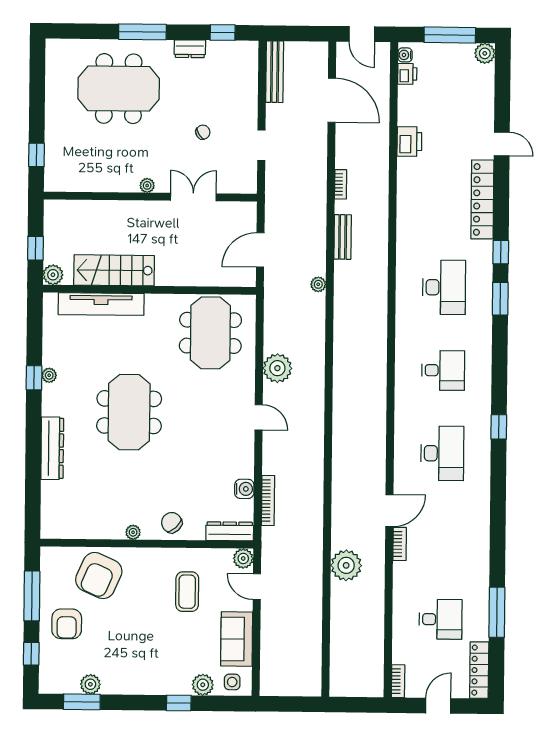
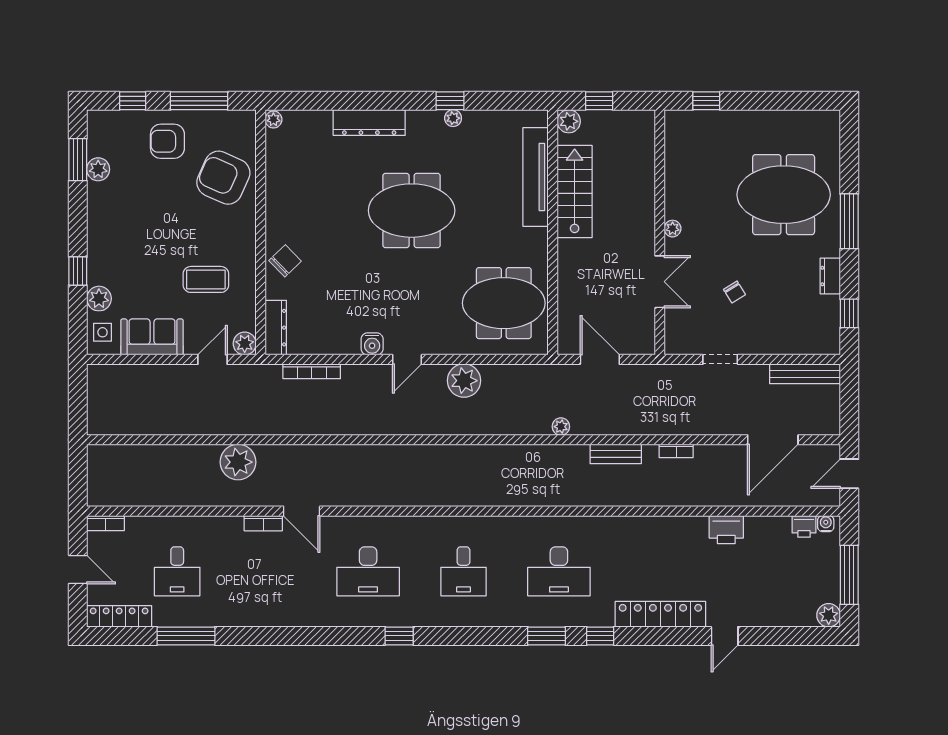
meeting table: (119, 89) -> (784, 195), turned 90
water cooler: (244, 489) -> (372, 344), moved
plant: (133, 532) -> (273, 119), moved

